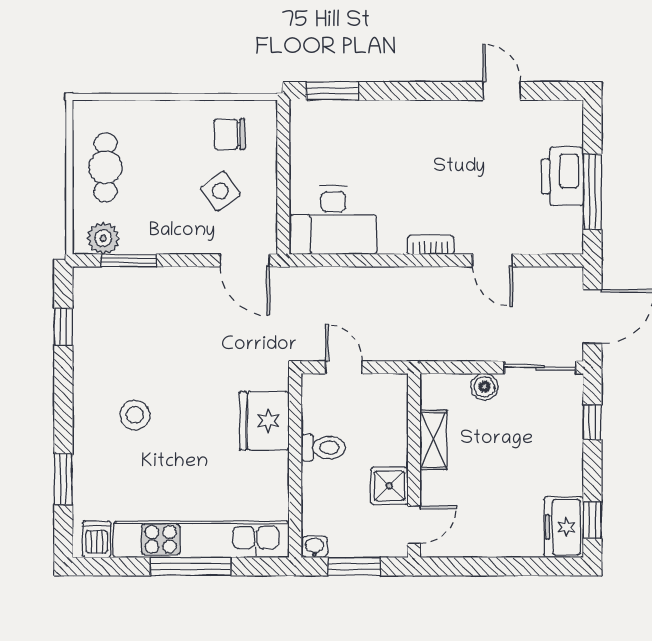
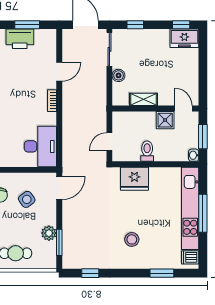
window: (592, 192) -> (27, 25), width x0.69
plant: (103, 238) -> (49, 233), moved

